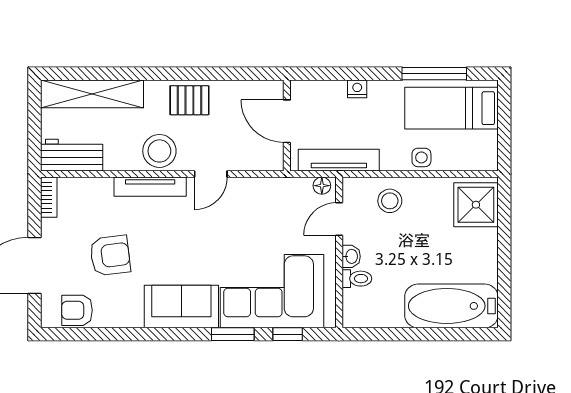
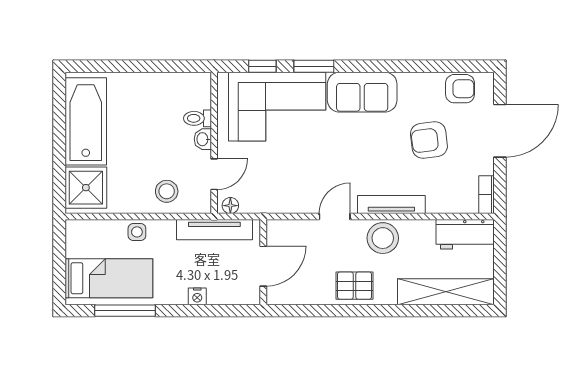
door: (287, 121) -> (263, 266), hinge flipped
bathtub: (451, 306) -> (86, 121), moved, turned -90

